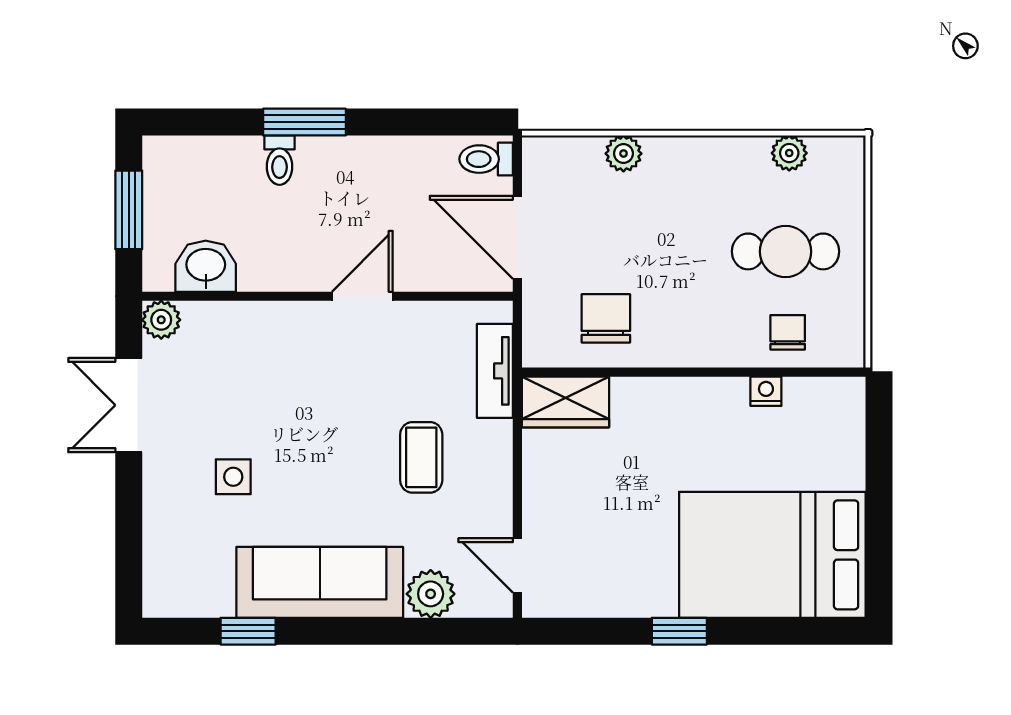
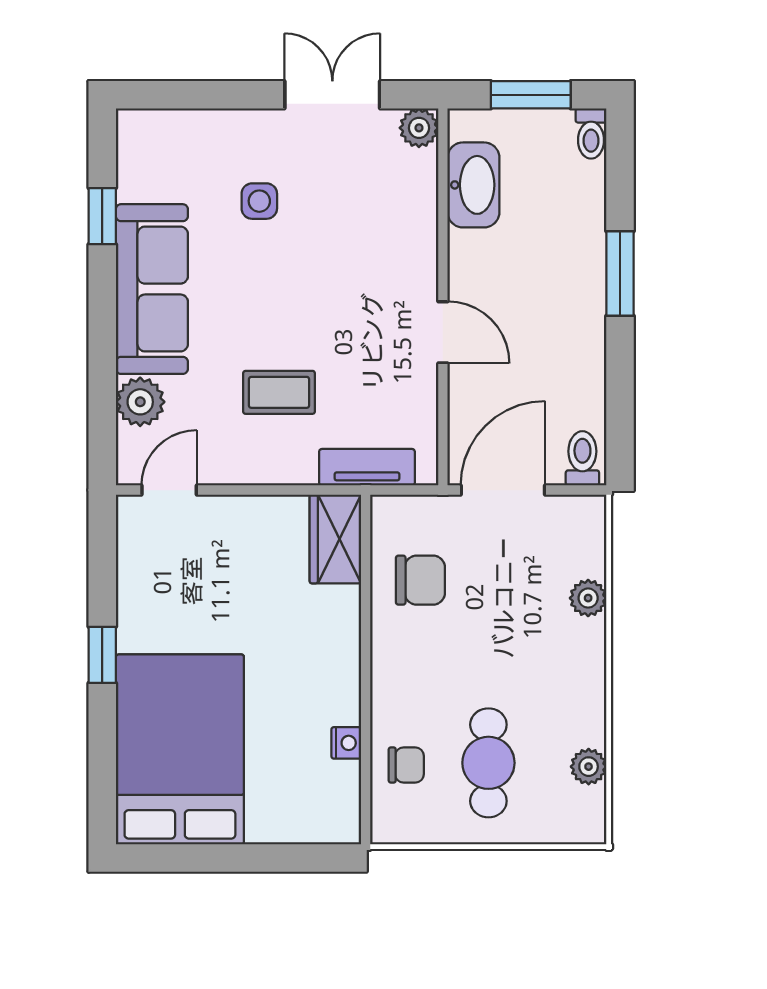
toilet: (279, 160) -> (591, 134), moved, turned -90
washbasin: (206, 266) -> (473, 185), width x1.38

